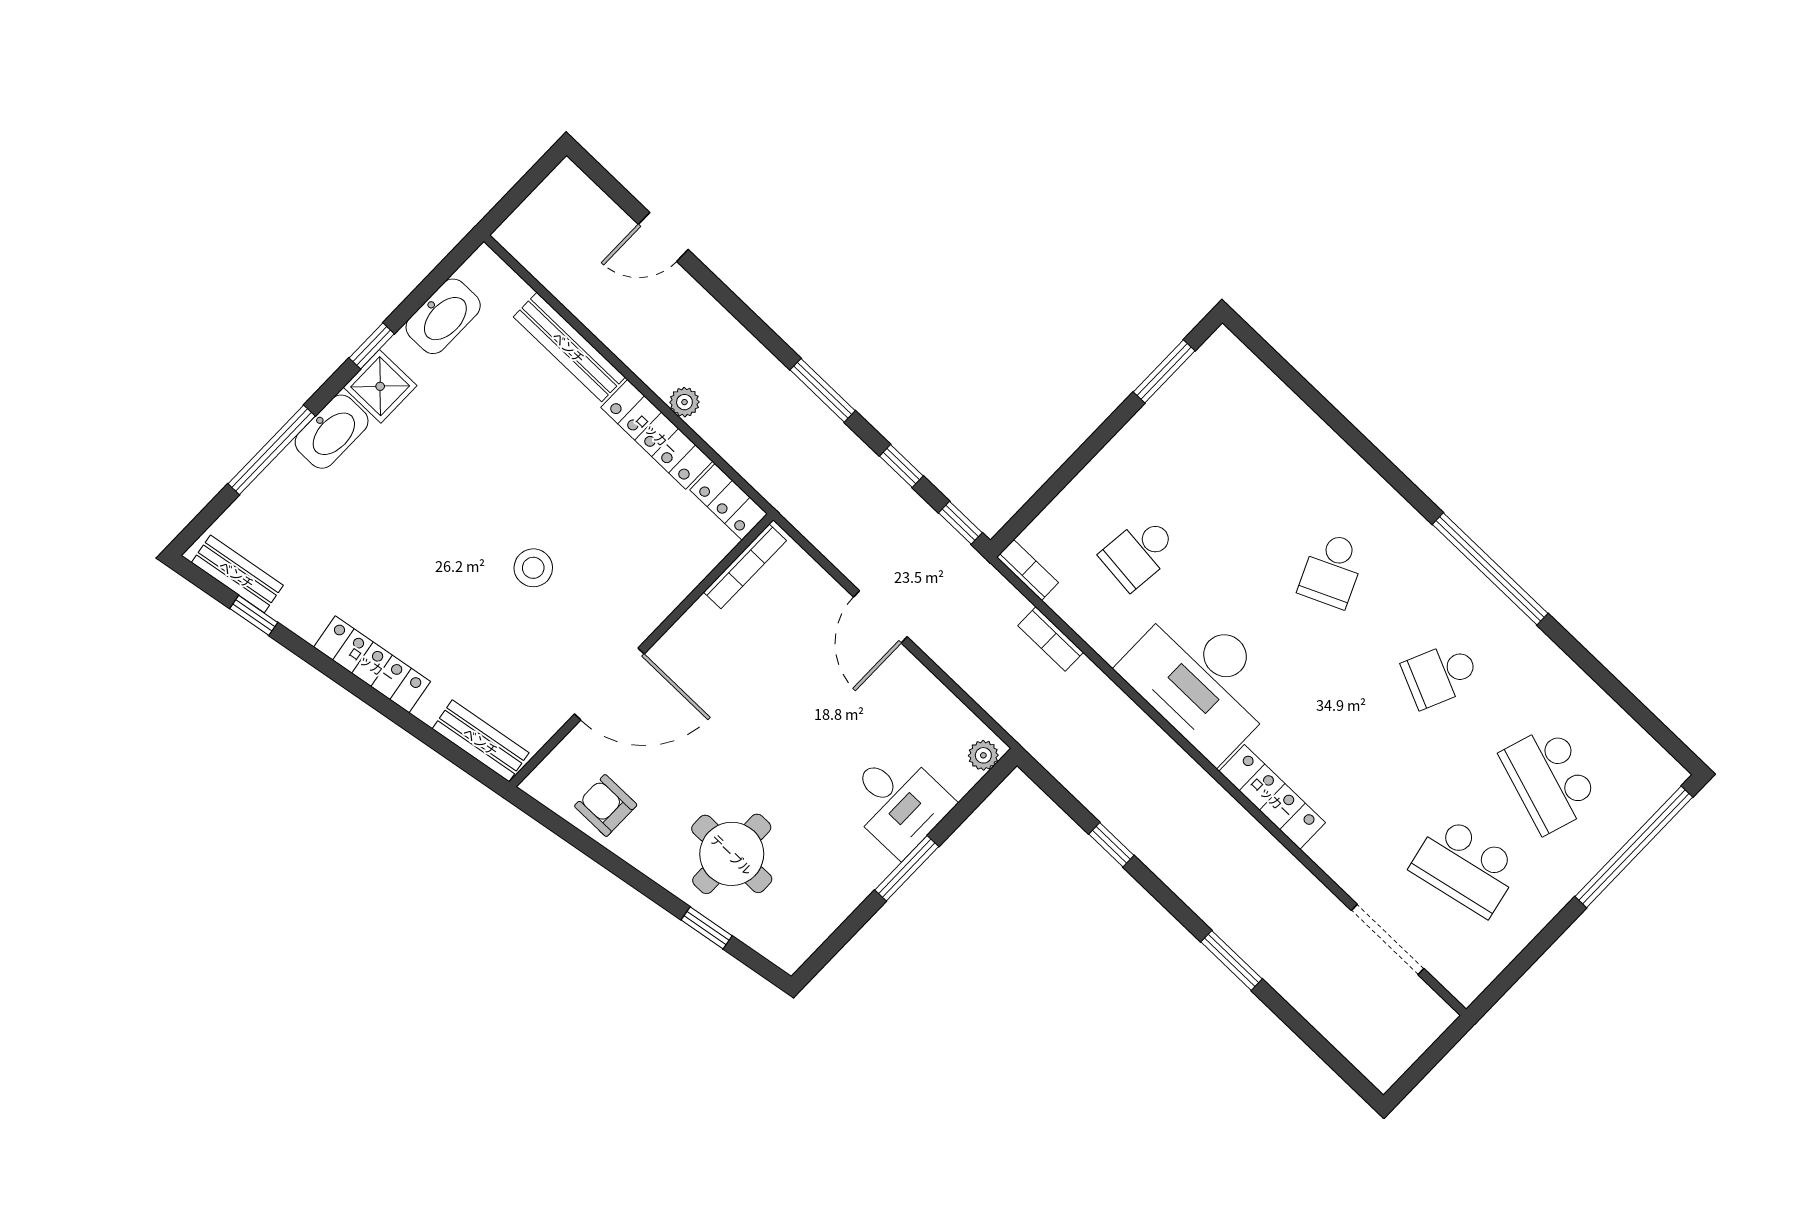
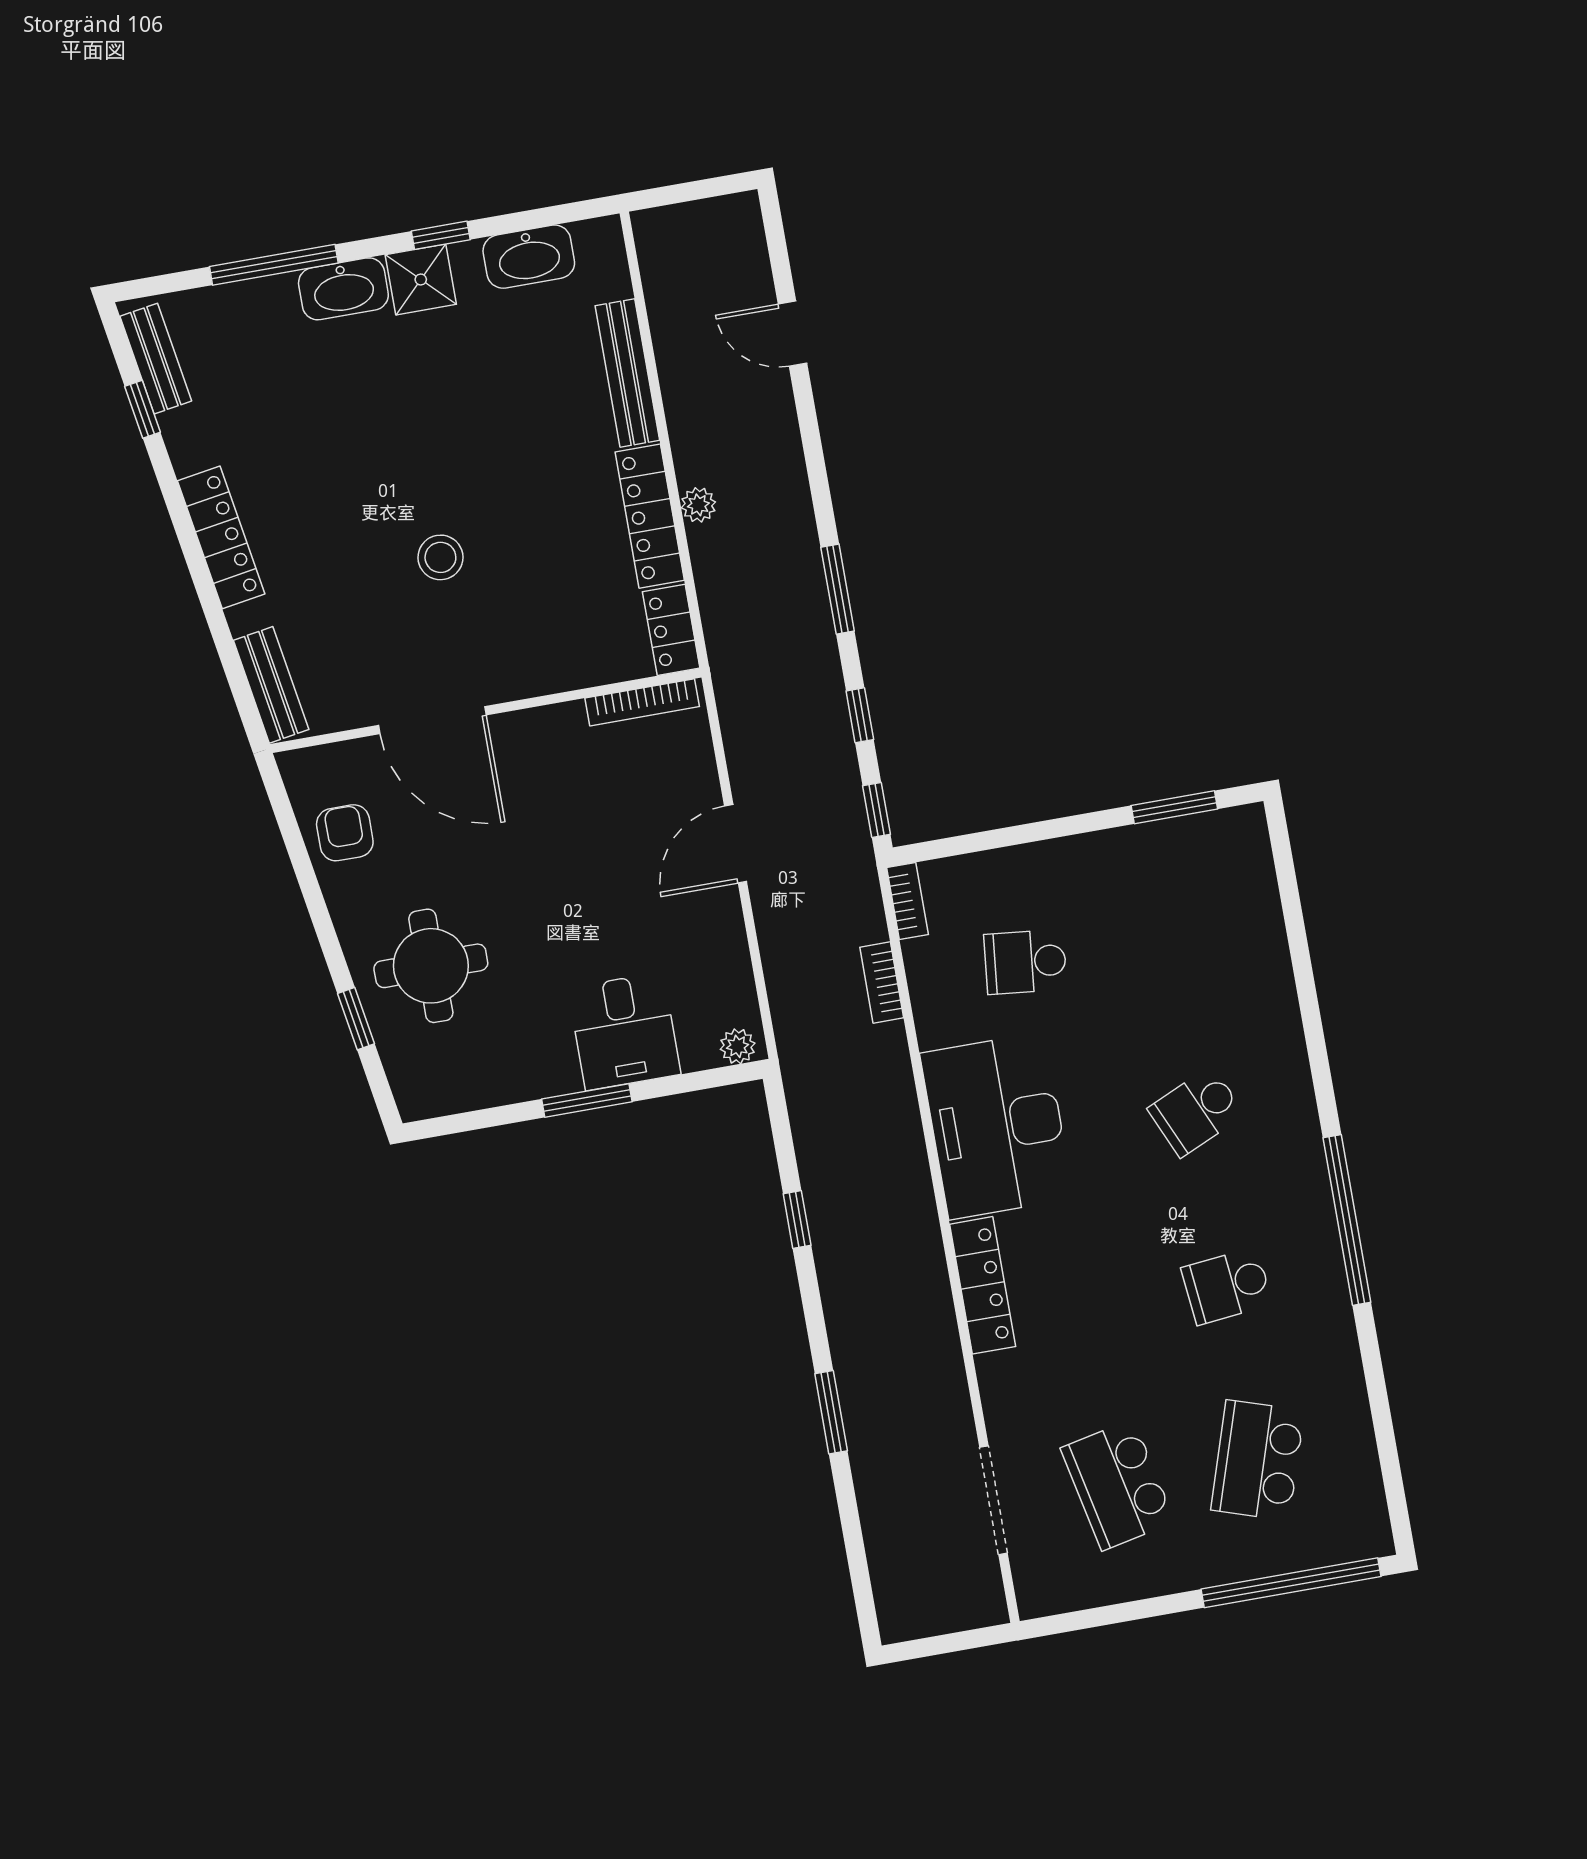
school desk: (1441, 675) -> (1227, 1286), turned -30

